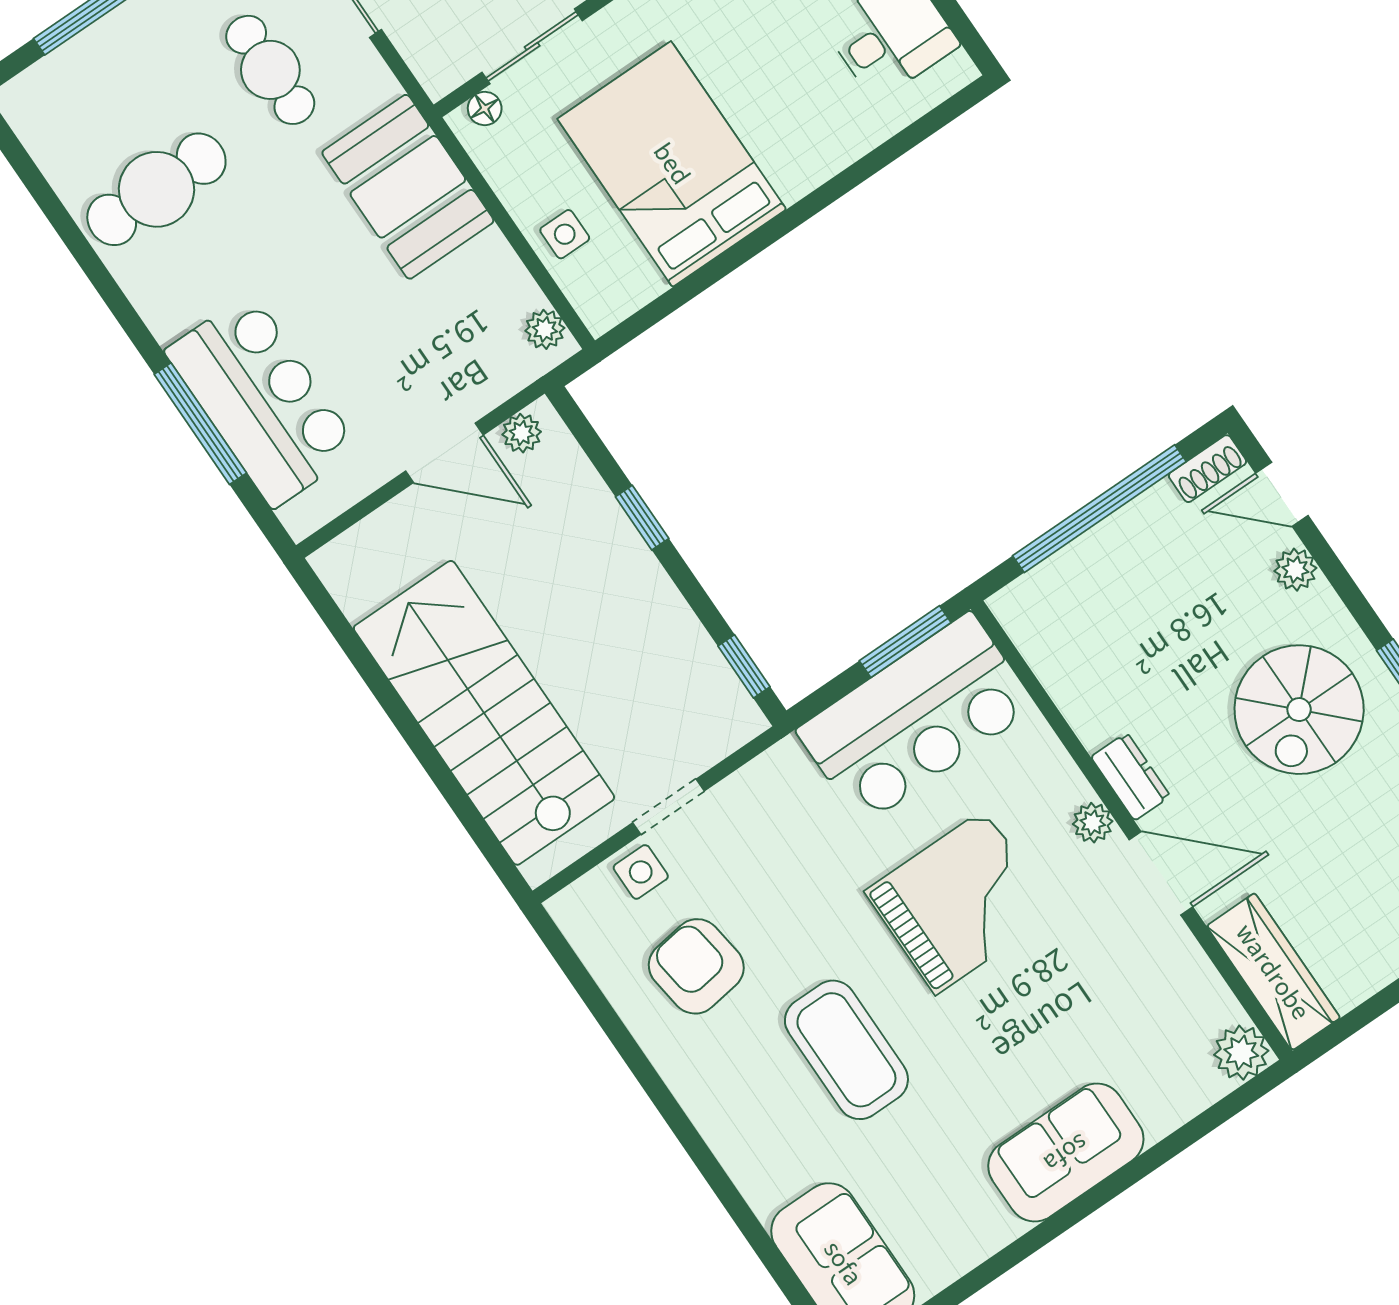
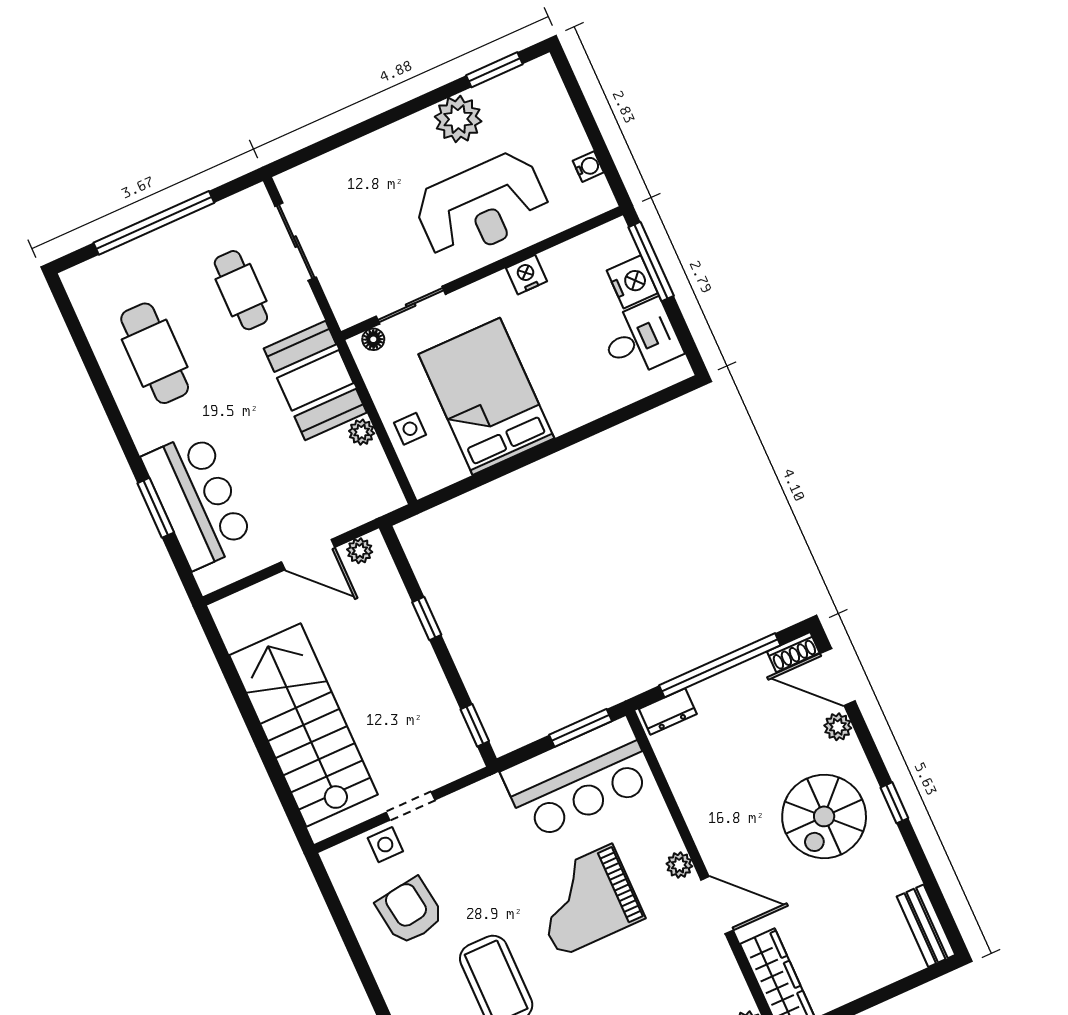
cafe table: (156, 189) -> (155, 353), turned 90
plant: (545, 329) -> (362, 432), moved
window: (200, 424) -> (156, 508), width x0.69
door: (1282, 494) -> (838, 677), width x1.38
dresser: (1131, 777) -> (668, 712), moved, turned 90
grand piano: (960, 902) -> (586, 900), turned 180

